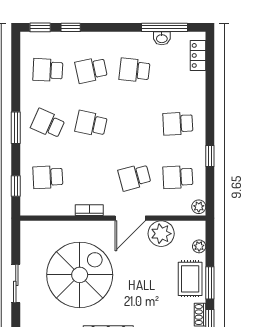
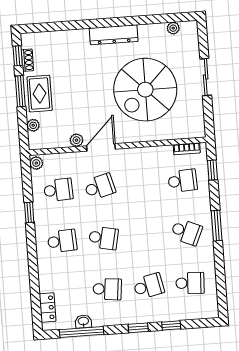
window: (40, 27) -> (138, 328), moved
school desk: (91, 124) -> (103, 238), moved
bookcase: (89, 210) -> (187, 149), moved
plant: (161, 234) -> (76, 140), width x0.53, depth x0.53

